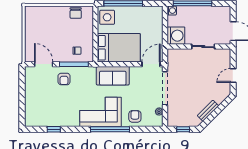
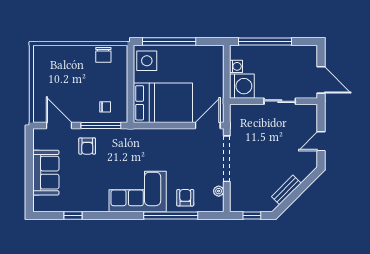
washing machine: (172, 11) -> (236, 66), moved
sofa: (113, 76) -> (46, 173), moved, turned -90
window: (110, 129) -> (171, 215), moved

